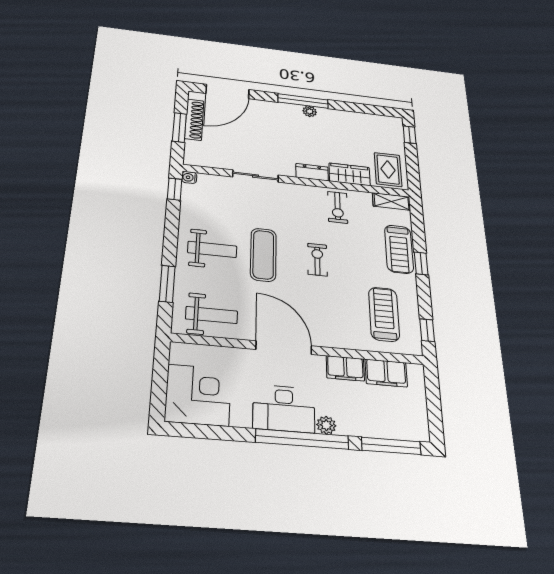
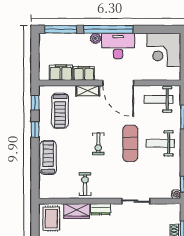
shelving: (391, 201) -> (88, 91), moved
window: (421, 263) -> (35, 130), moved

